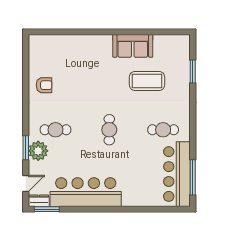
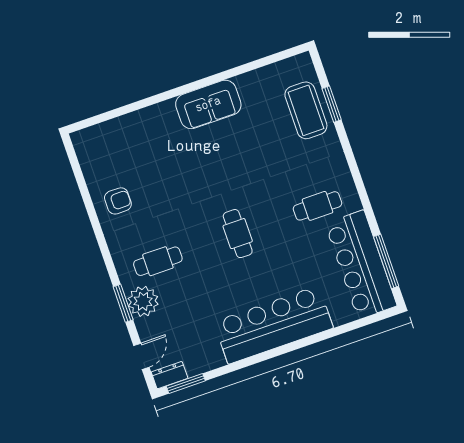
sofa: (133, 46) -> (208, 104), moved
coffee table: (147, 81) -> (306, 110), moved, turned 90
bar counter: (86, 192) -> (273, 325), moved

